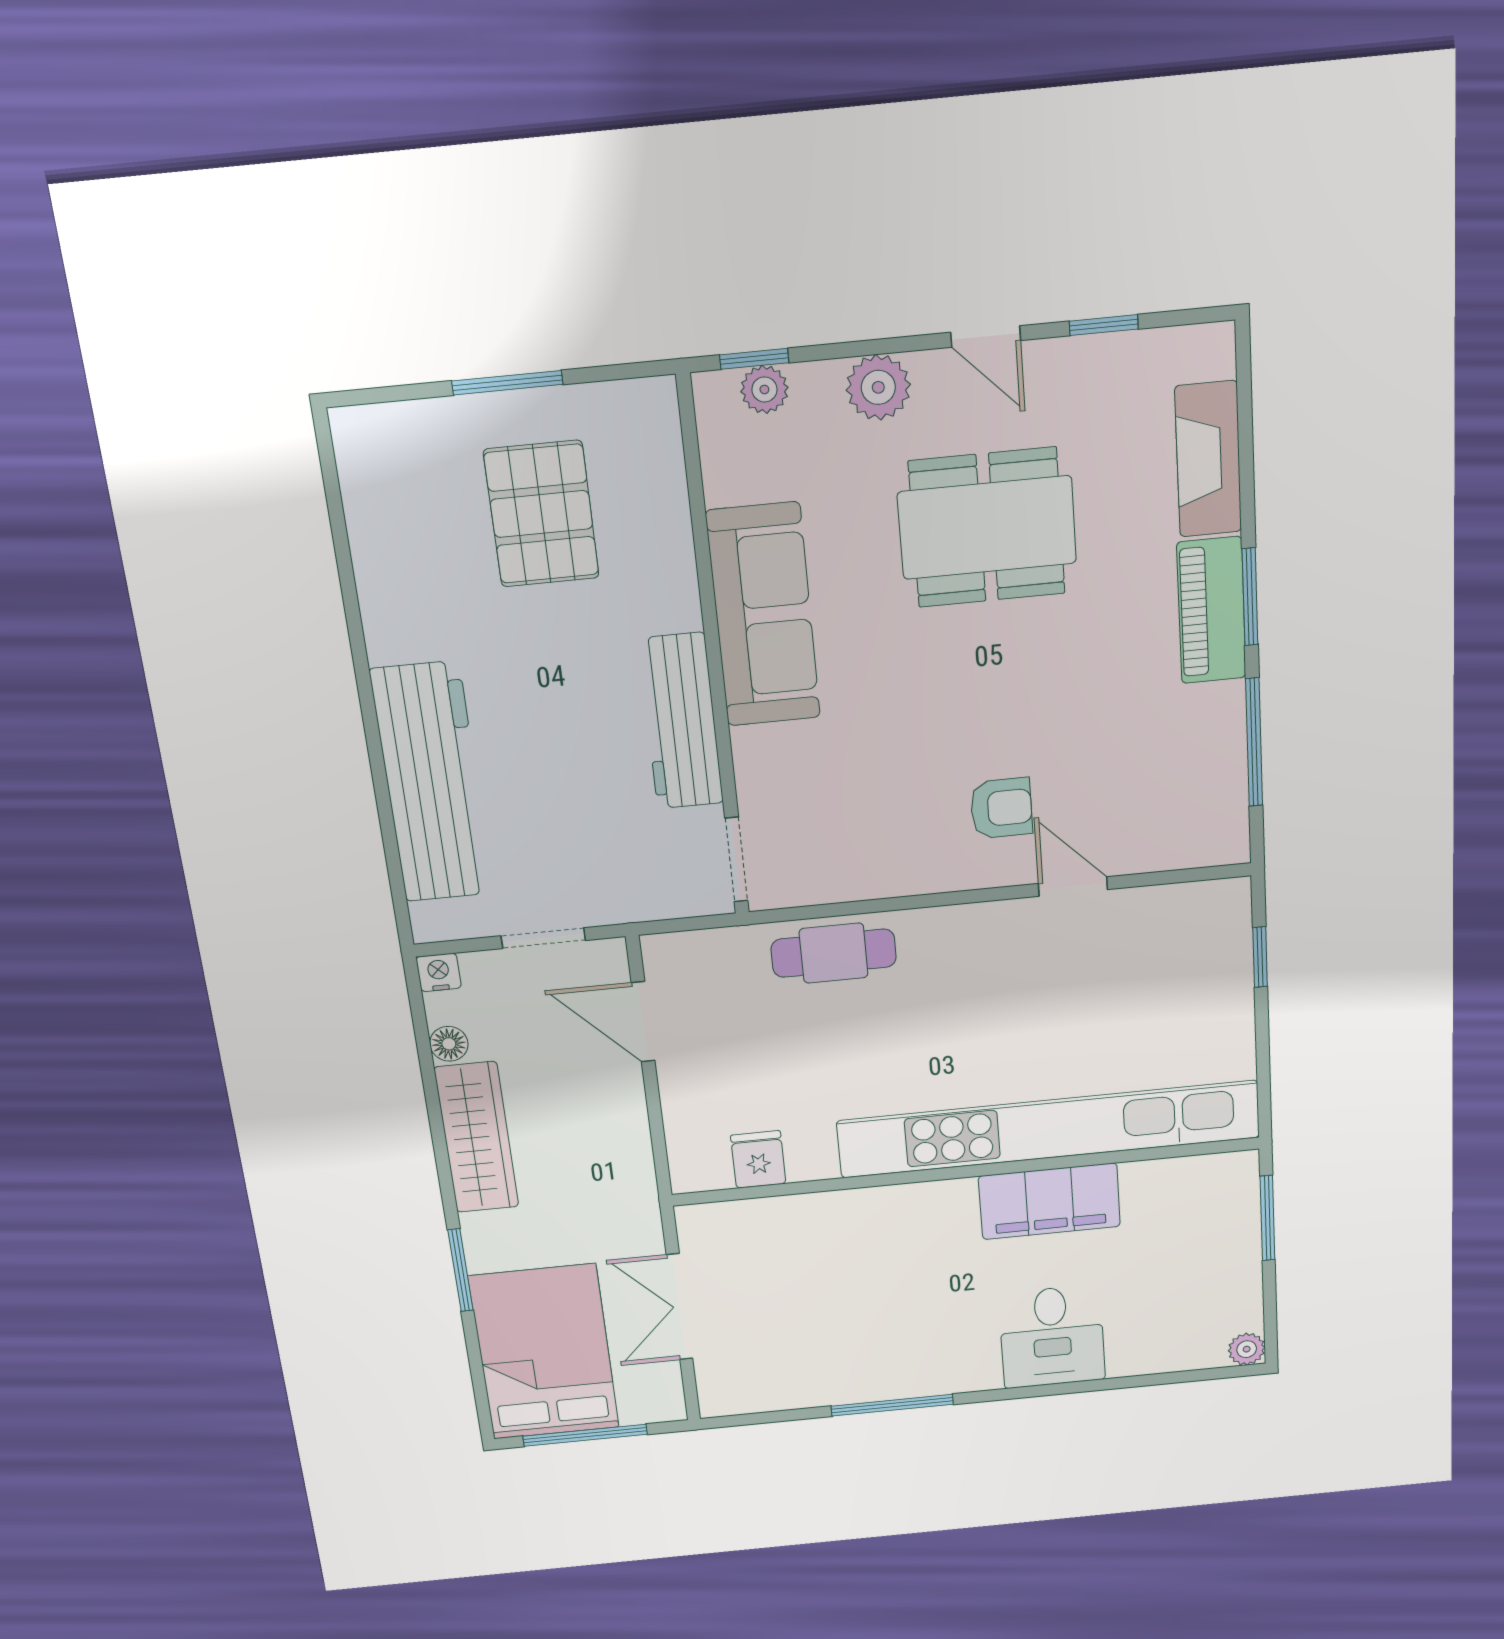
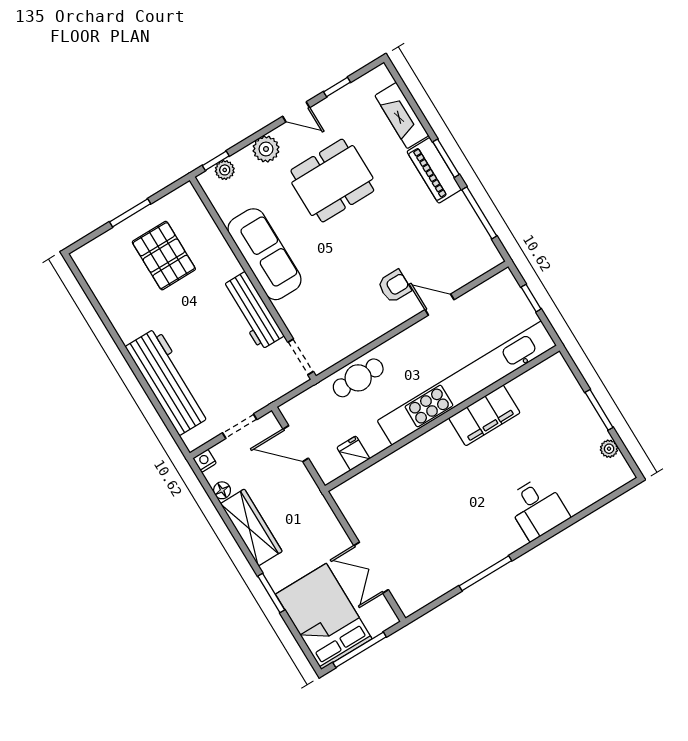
kitchen unit: (1049, 1129) -> (467, 383), moved
fridge: (758, 1159) -> (353, 453), moved
wall: (966, 1172) -> (442, 418), moved
filing cabinet: (1049, 1201) -> (484, 415), moved
plant: (1247, 1349) -> (609, 449), moved

